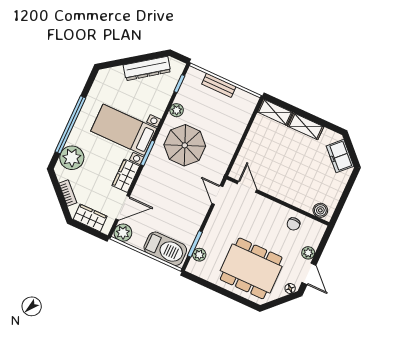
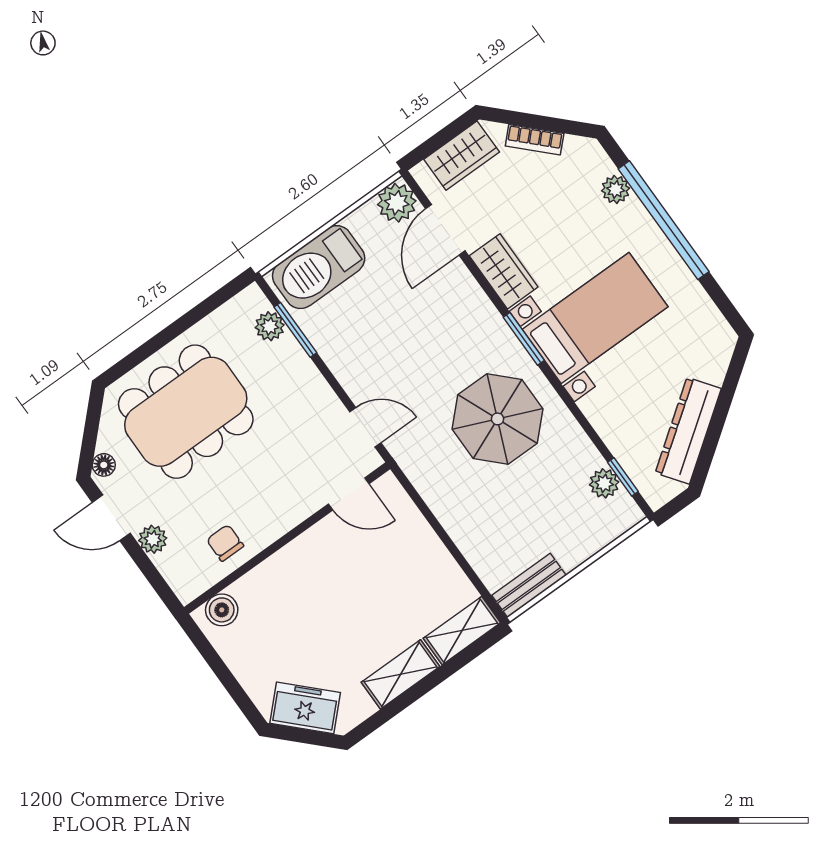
bench: (219, 85) -> (529, 585), moved
plant: (177, 110) -> (604, 483), moved
plant: (72, 158) -> (616, 189), width x0.53, depth x0.53

